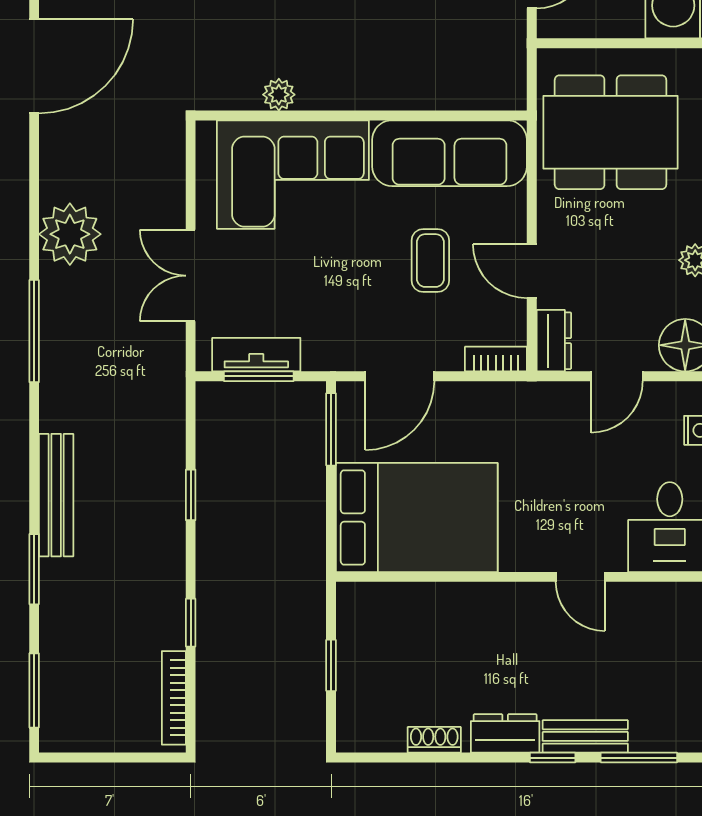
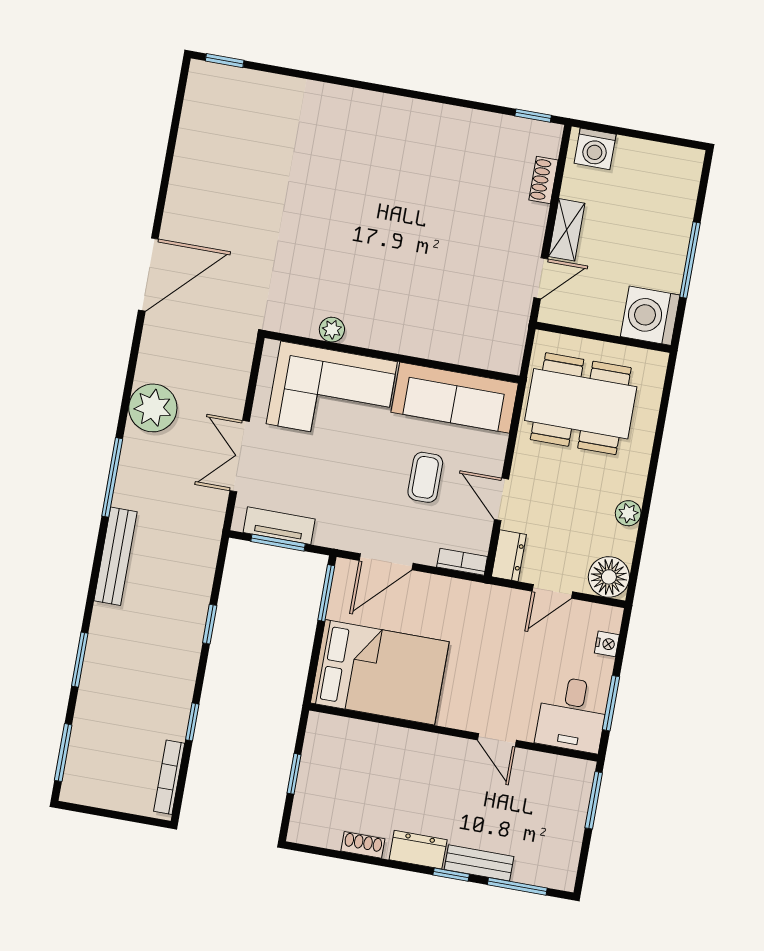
bench: (56, 495) -> (116, 556), moved

